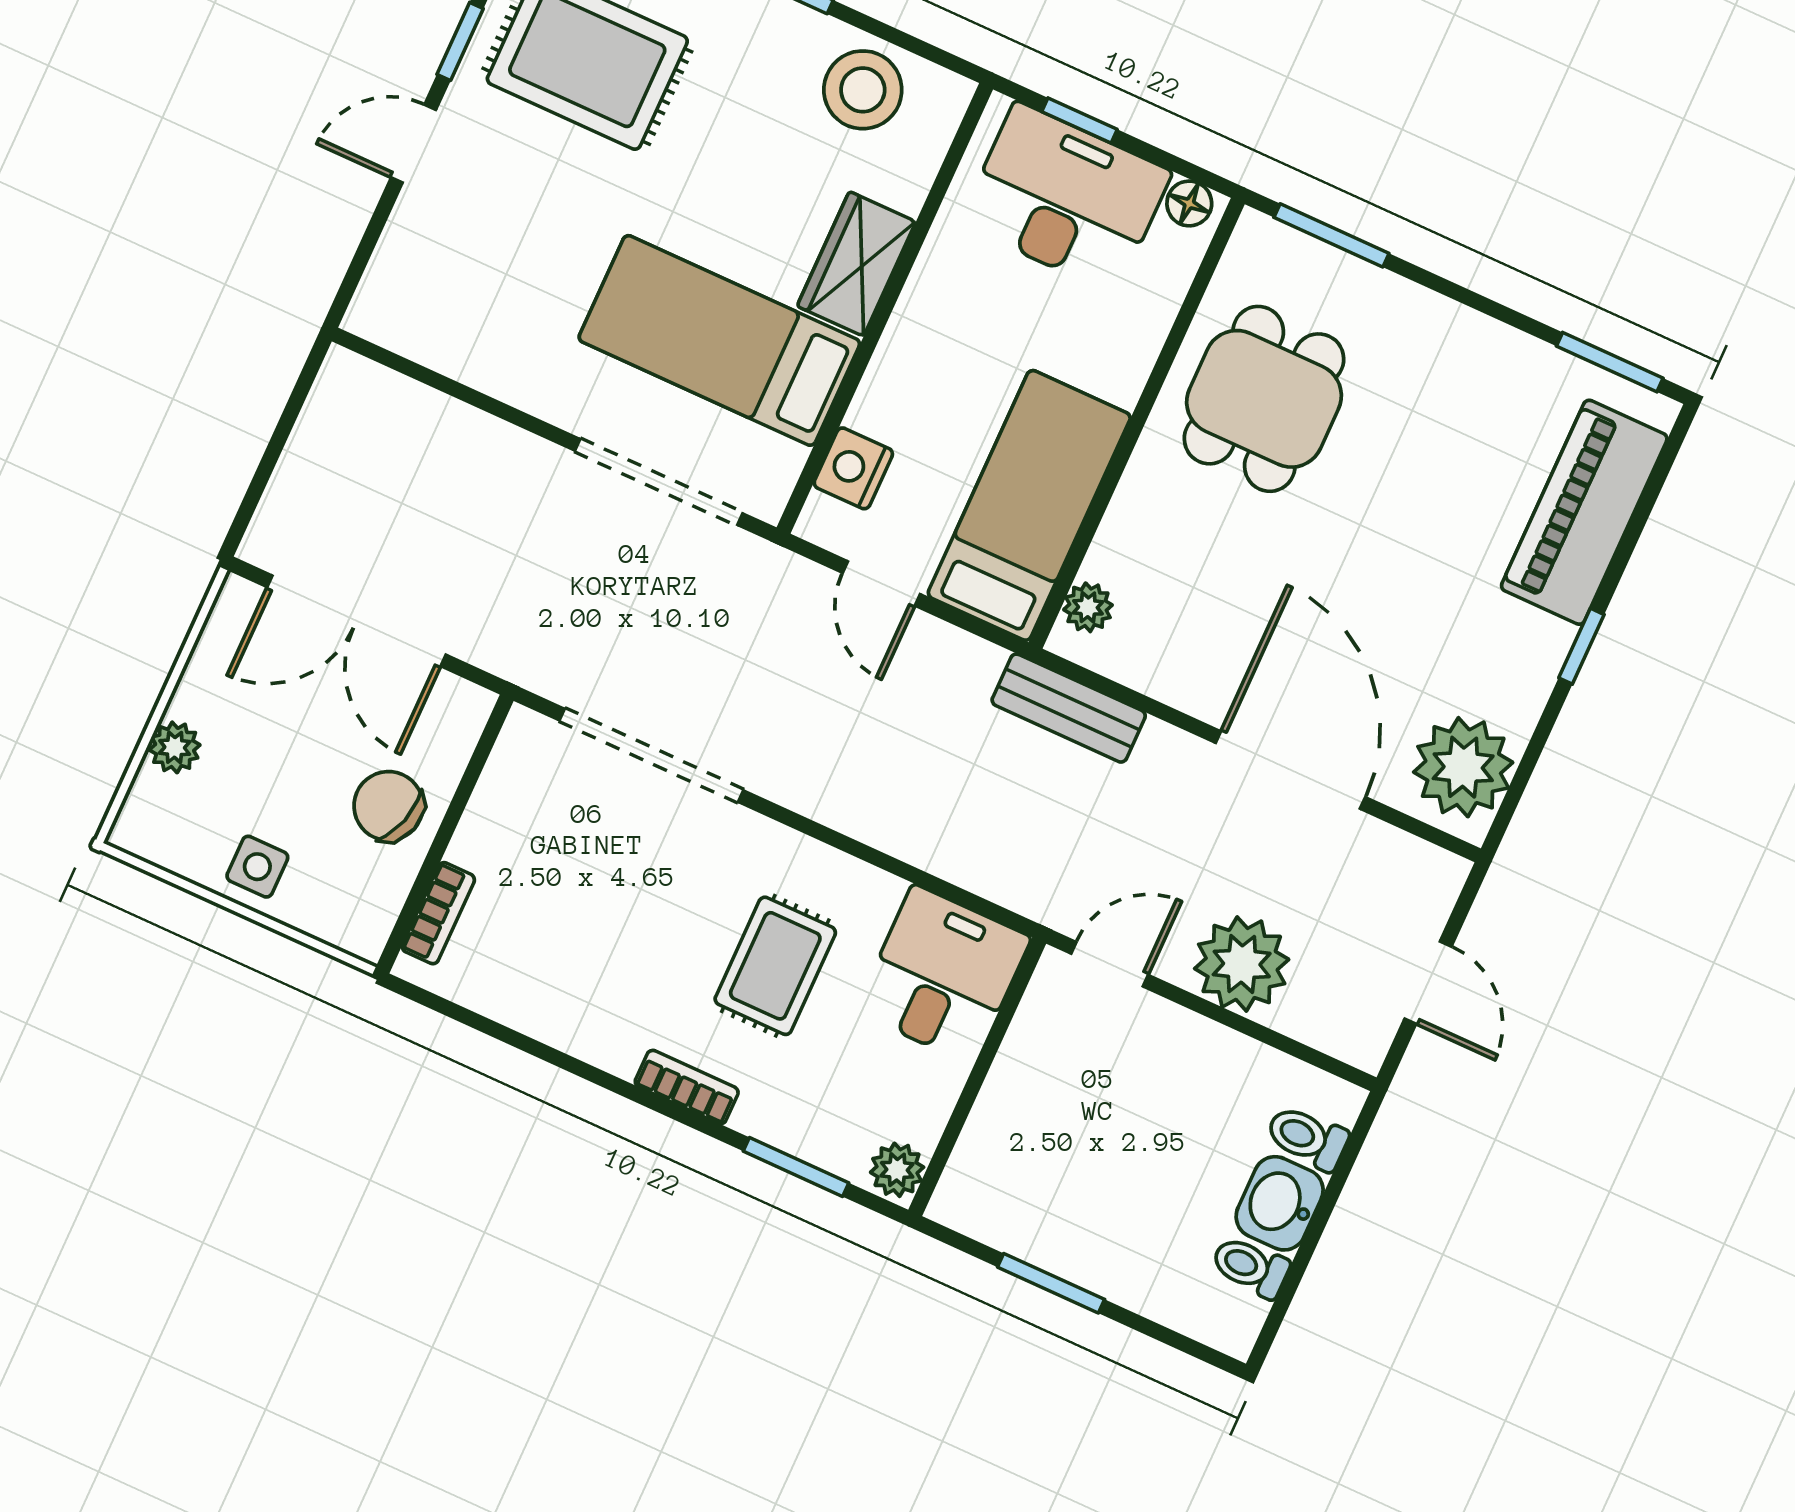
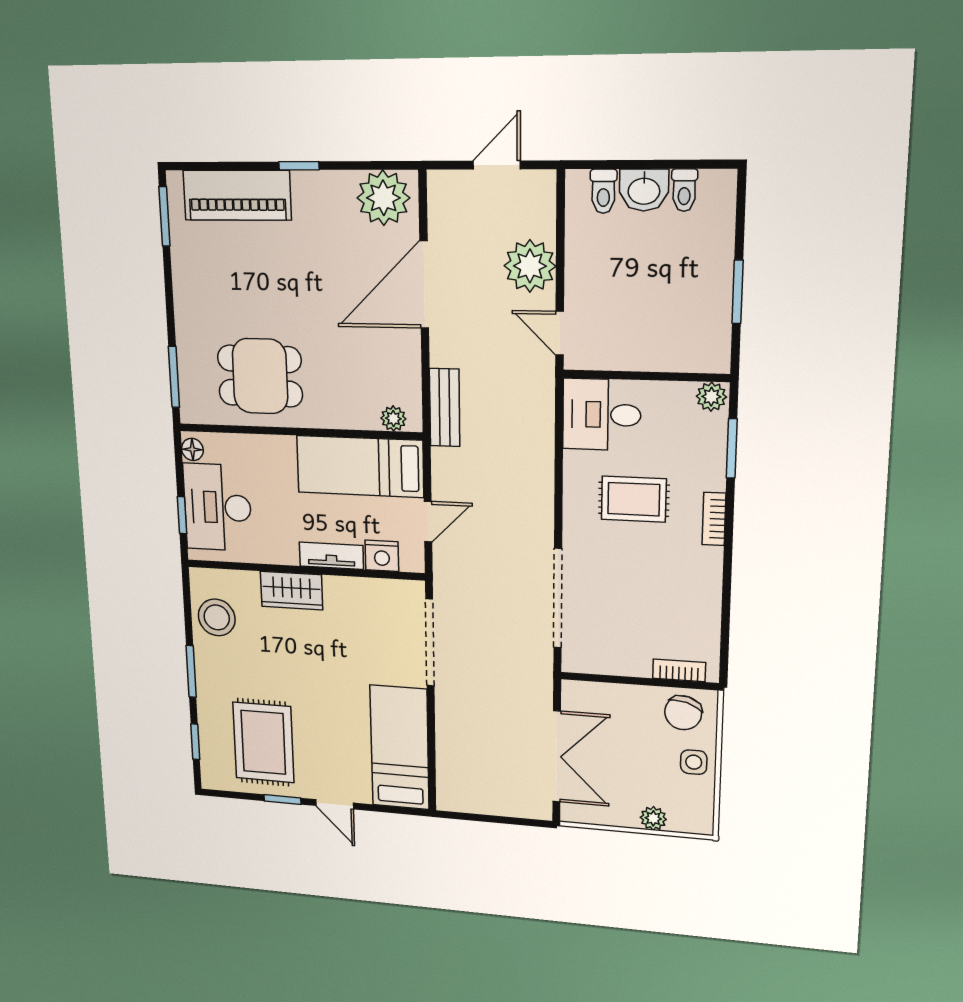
bed: (719, 340) -> (400, 748), moved, turned 180
tv unit: (891, 373) -> (331, 556), added
chair: (388, 806) -> (683, 713), moved

